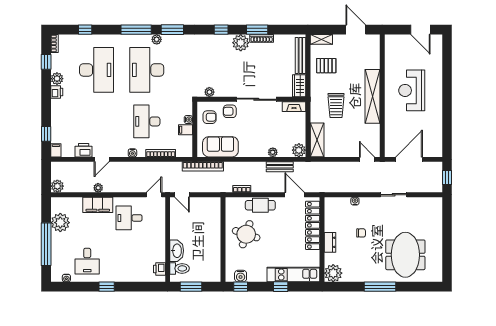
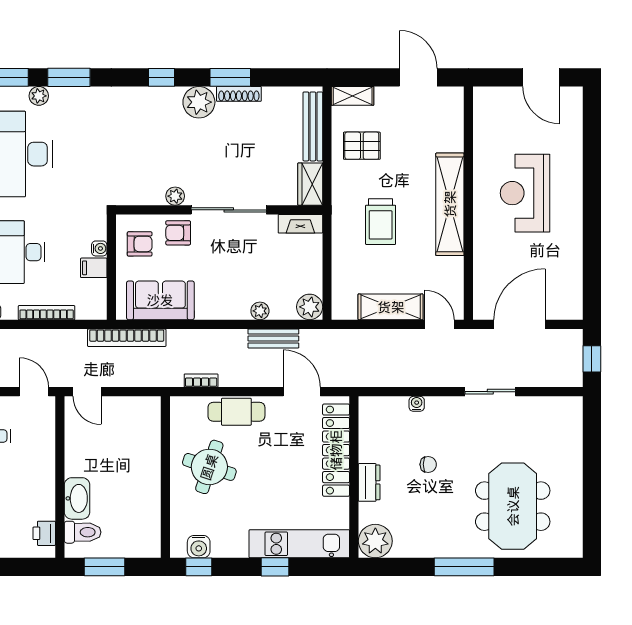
plant: (209, 92) -> (175, 196), moved
shelving: (317, 140) -> (391, 307), moved, turned 90
door: (154, 195) -> (34, 392), hinge flipped

